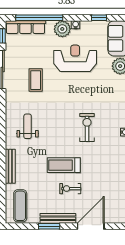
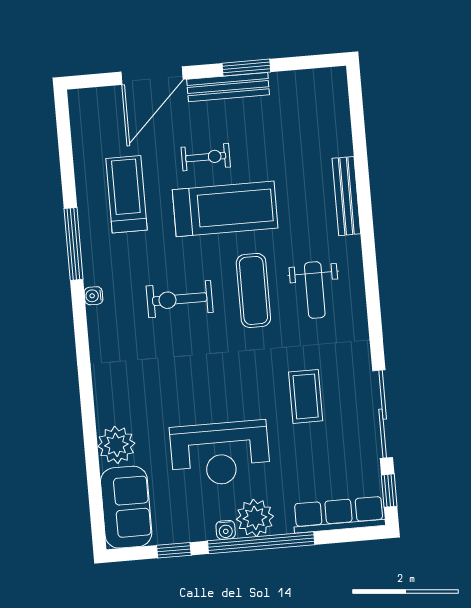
window: (39, 18) -> (261, 543), moved
exercise bike: (87, 127) -> (180, 299), turned 90
treadmill: (64, 165) -> (225, 209), width x1.37, depth x1.38
treadmill: (106, 175) -> (127, 194), added
exercise mat: (20, 206) -> (253, 290), moved

